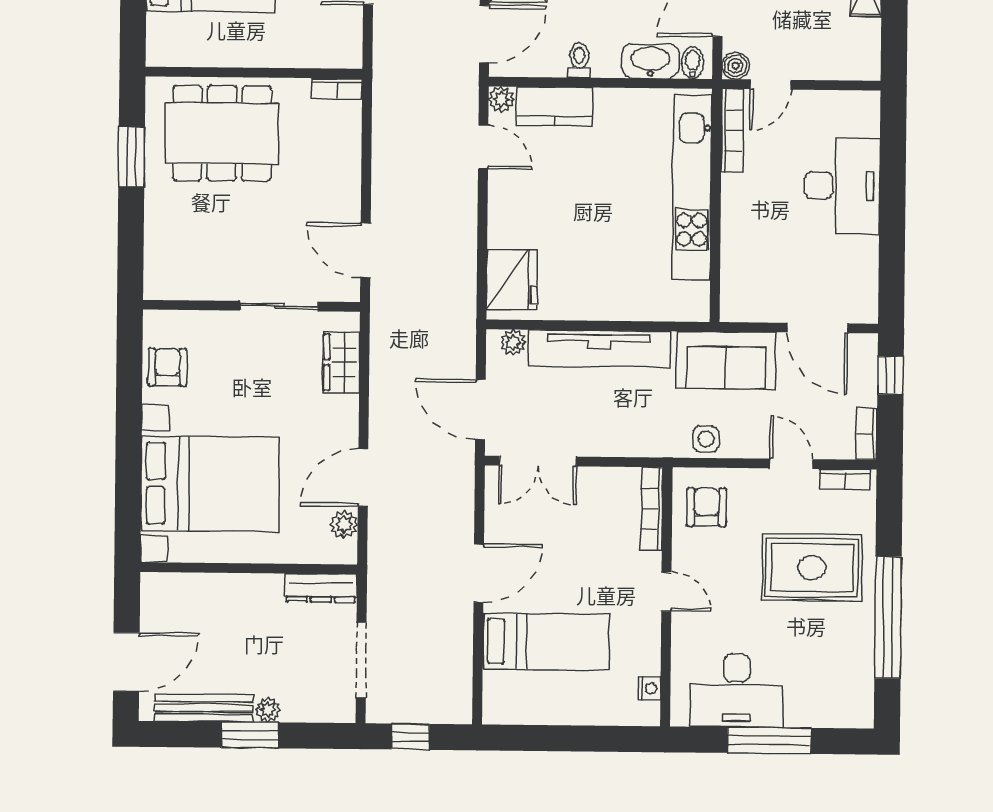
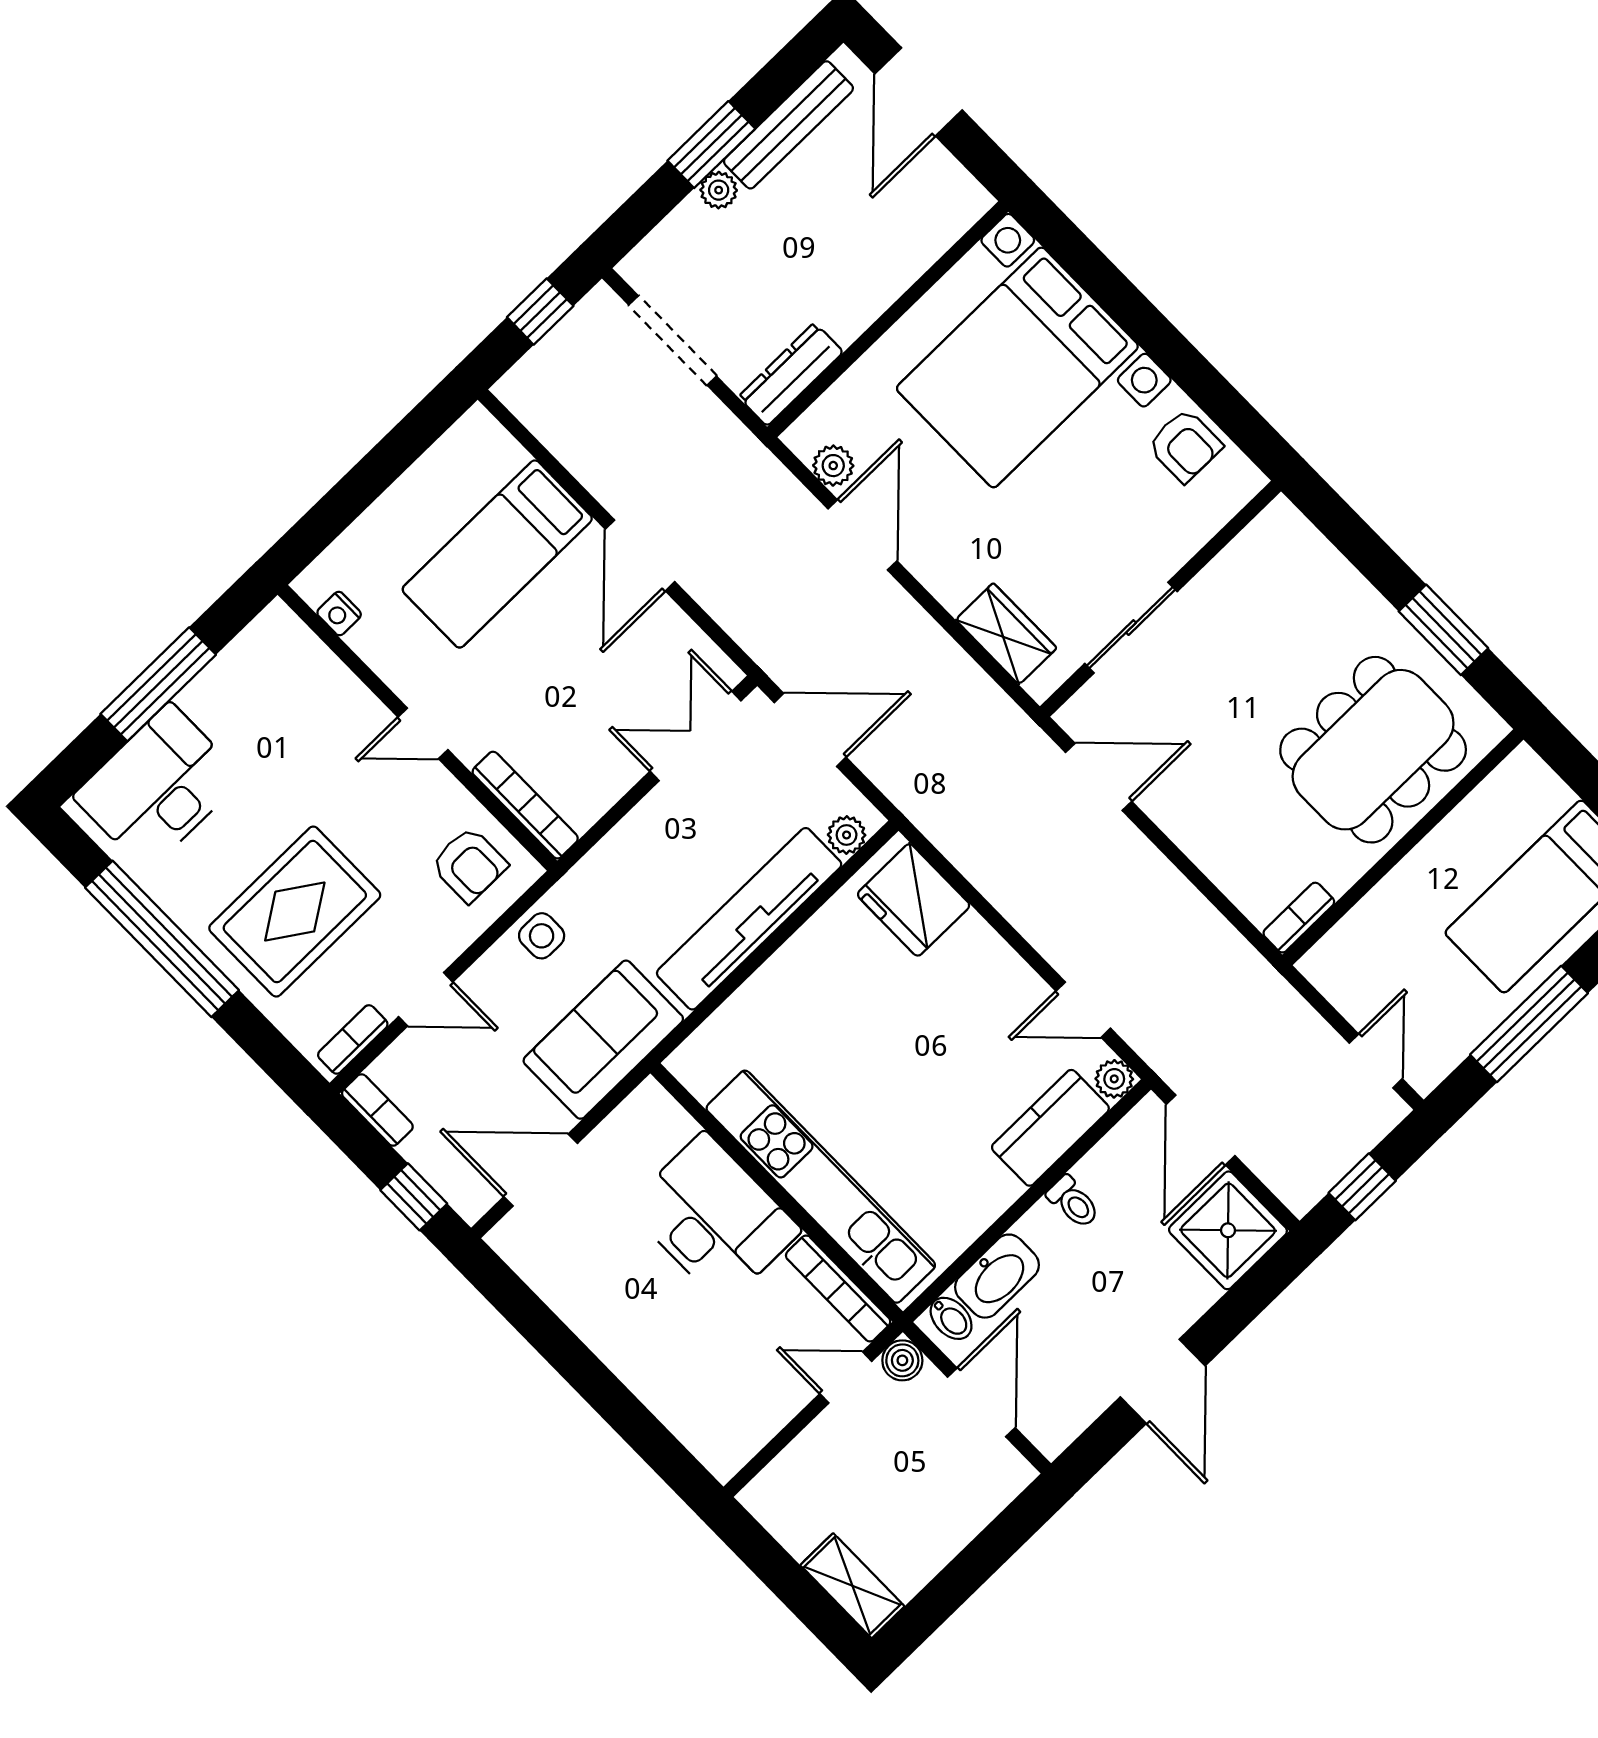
door: (771, 84) -> (846, 1377), hinge flipped
desk: (842, 186) -> (714, 1219), moved, turned 180
desk: (737, 691) -> (158, 787), moved

